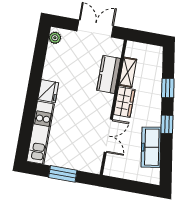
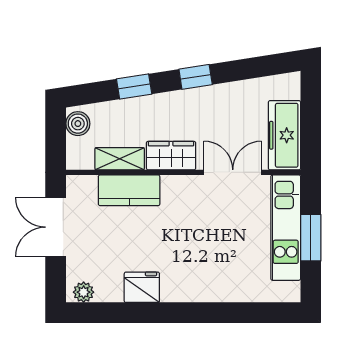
boiler: (152, 52) -> (78, 124), added
fridge: (48, 91) -> (142, 287), moved
kitchen unit: (41, 133) -> (286, 228), moved, turned -90
freezer: (151, 147) -> (284, 135), moved, turned 99

